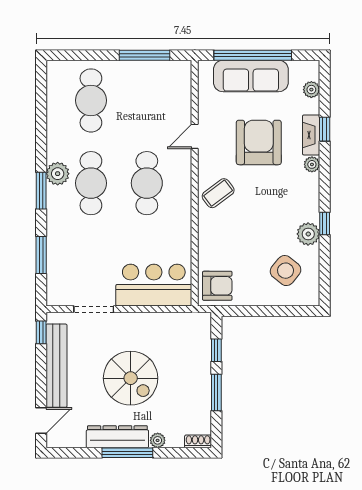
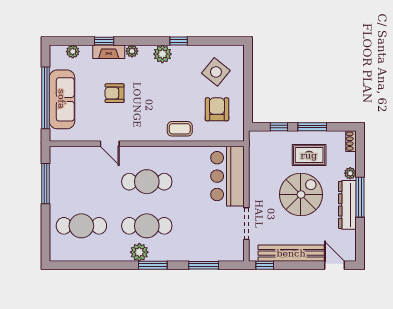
armchair: (259, 142) -> (115, 93), width x0.53, depth x0.53
coffee table: (218, 193) -> (180, 129), moved, turned -53
plant: (308, 234) -> (162, 54), moved
armchair: (217, 286) -> (217, 109), moved
rug: (181, 388) -> (309, 155), added

